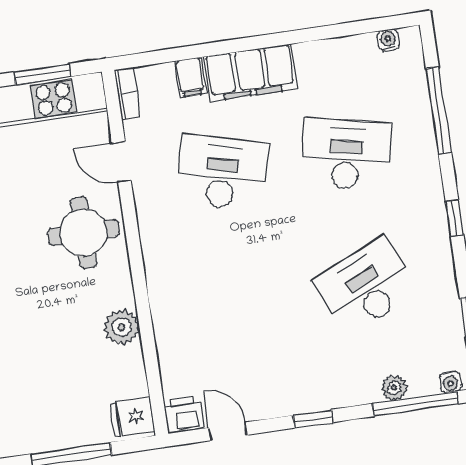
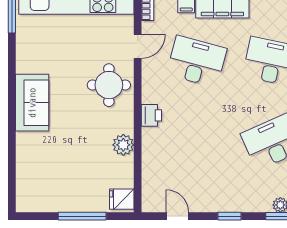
door: (122, 162) -> (138, 46), swing flipped
printer: (184, 415) -> (151, 115), moved, turned 90

